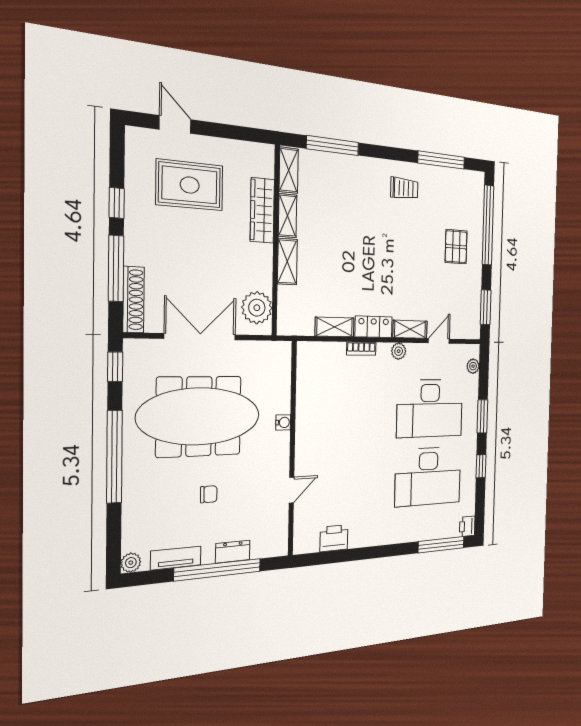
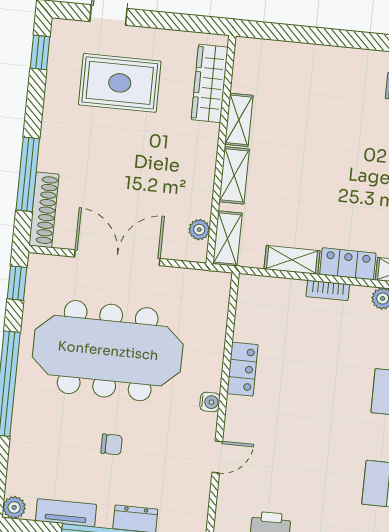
window: (333, 146) -> (306, 35), removed
shelving: (289, 170) -> (227, 239), moved
window: (117, 203) -> (40, 52), moved
wardrobe: (262, 210) -> (210, 83), moved
plant: (257, 308) -> (199, 230), width x0.53, depth x0.53
locker: (305, 418) -> (242, 369), added
water cooler: (283, 422) -> (210, 402), moved

